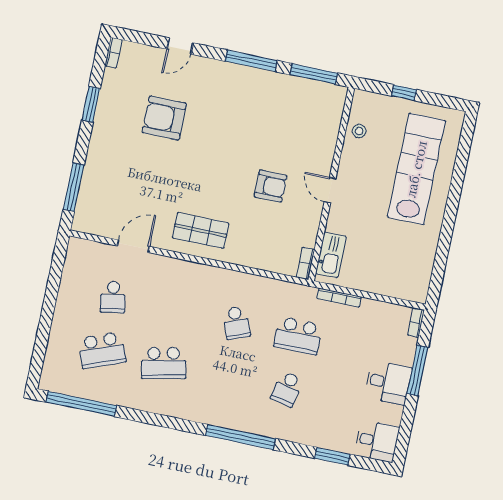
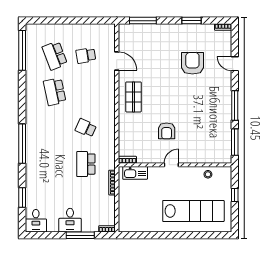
school desk: (236, 323) -> (86, 128), turned 45
school desk: (287, 389) -> (55, 164), removed

